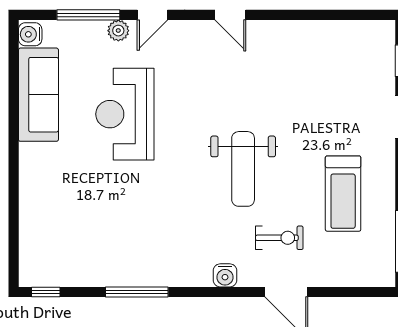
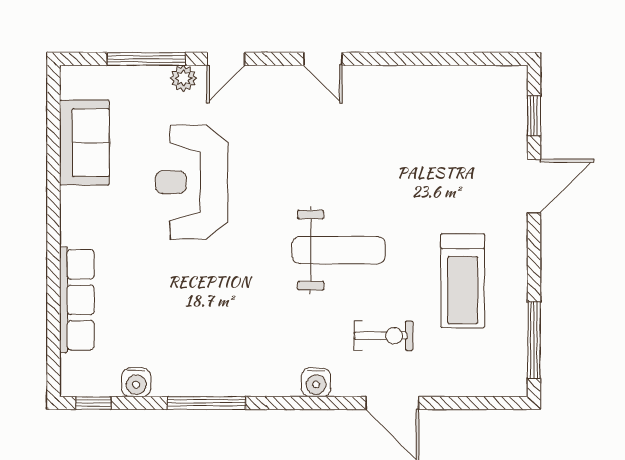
water cooler: (30, 34) -> (136, 382), moved, turned -90
sofa: (38, 95) -> (84, 143), width x0.73
weight bench: (243, 169) -> (339, 250), turned -90
row of seats: (32, 209) -> (77, 300), added

